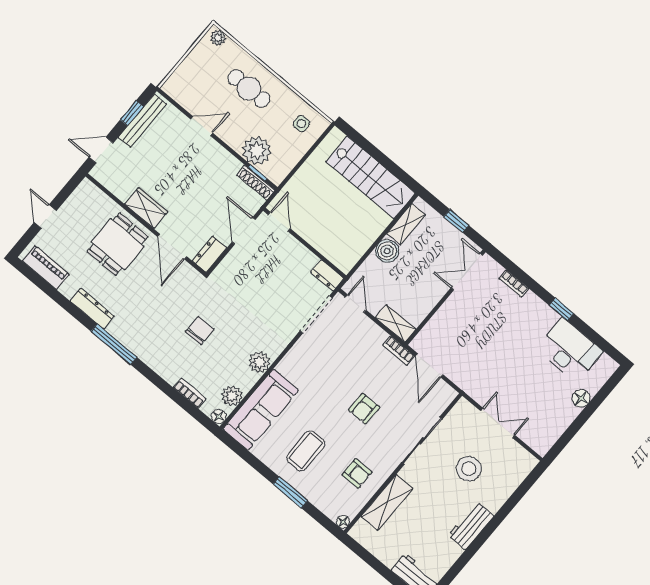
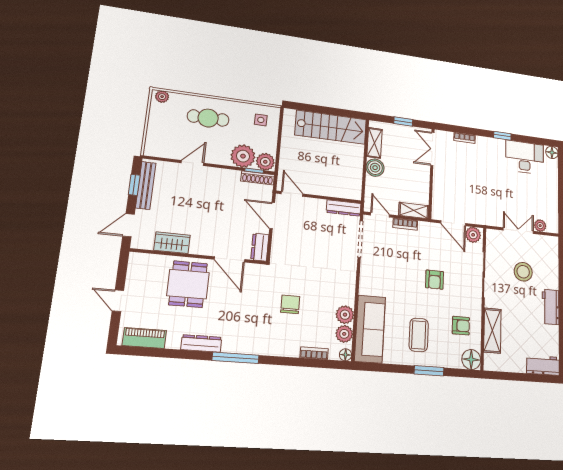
plant: (275, 171) -> (265, 162), added
wardrobe: (146, 208) -> (172, 243), moved
dresser: (327, 275) -> (344, 208), width x1.44
bookcase: (399, 351) -> (405, 224), moved
plant: (259, 362) -> (345, 315), moved
plant: (442, 392) -> (473, 235), added
floor lamp: (581, 398) -> (552, 152), moved
plant: (528, 435) -> (540, 226), added
floor lamp: (343, 522) -> (471, 359), width x1.89, depth x1.89

